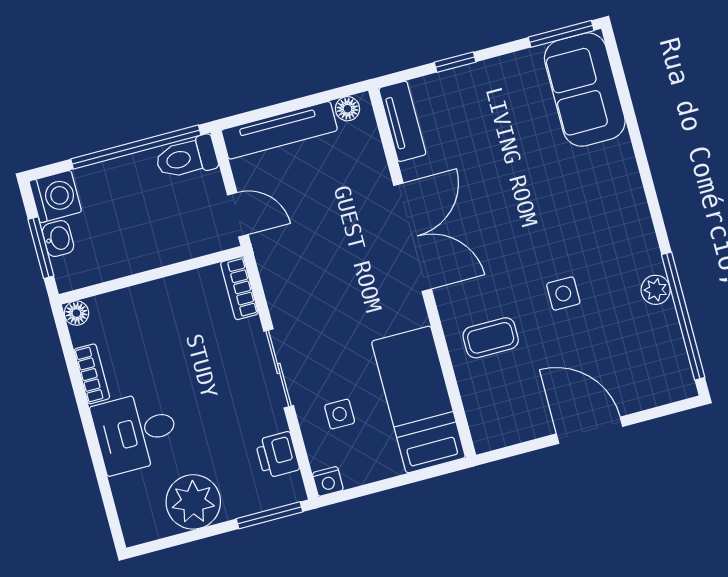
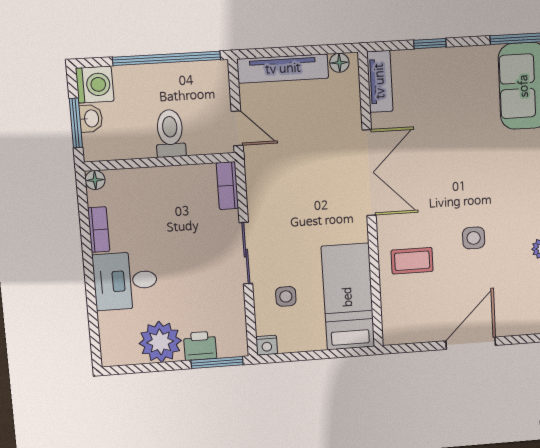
toilet: (187, 158) -> (170, 133), moved, turned 90
door: (589, 430) -> (471, 343), hinge flipped
printer: (277, 455) -> (200, 346), moved, turned 90

